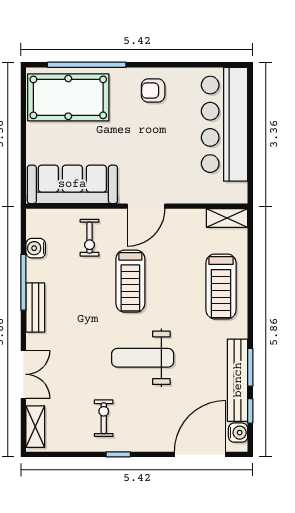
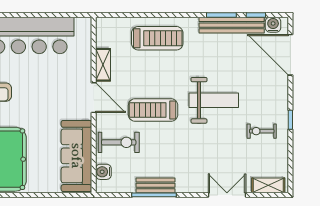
shelving: (227, 218) -> (103, 65), moved
exercise bike: (90, 238) -> (119, 142), width x1.38, depth x1.39
water cooler: (36, 248) -> (103, 172), moved, turned 90
treadmill: (130, 281) -> (153, 110), turned 180
bench: (35, 307) -> (156, 185), moved
weight bench: (143, 358) -> (214, 100), turned -90

